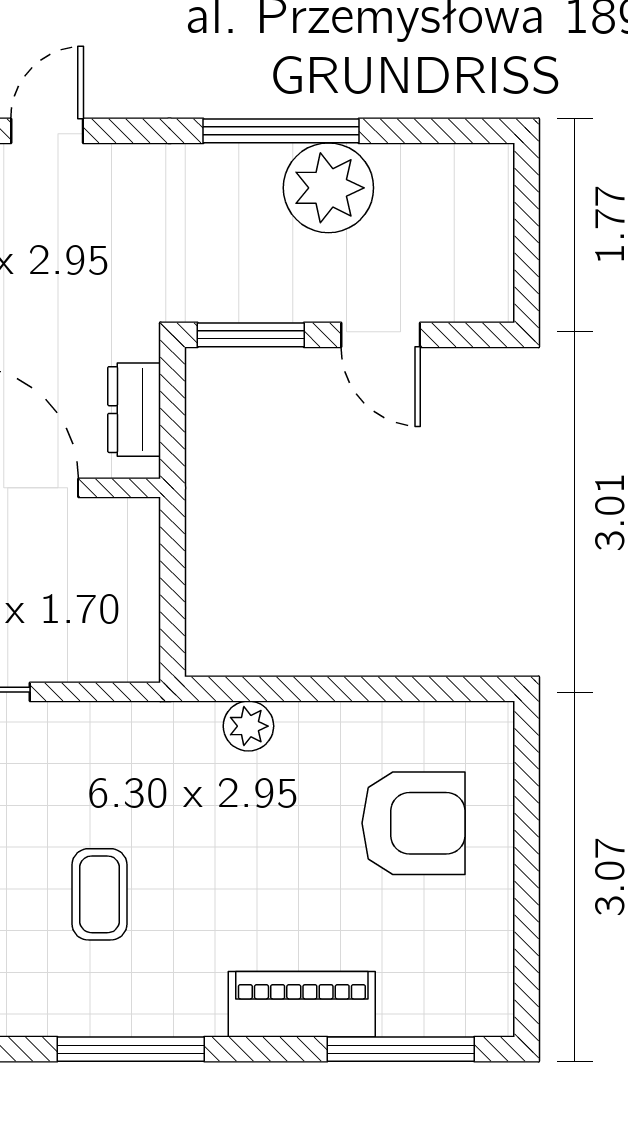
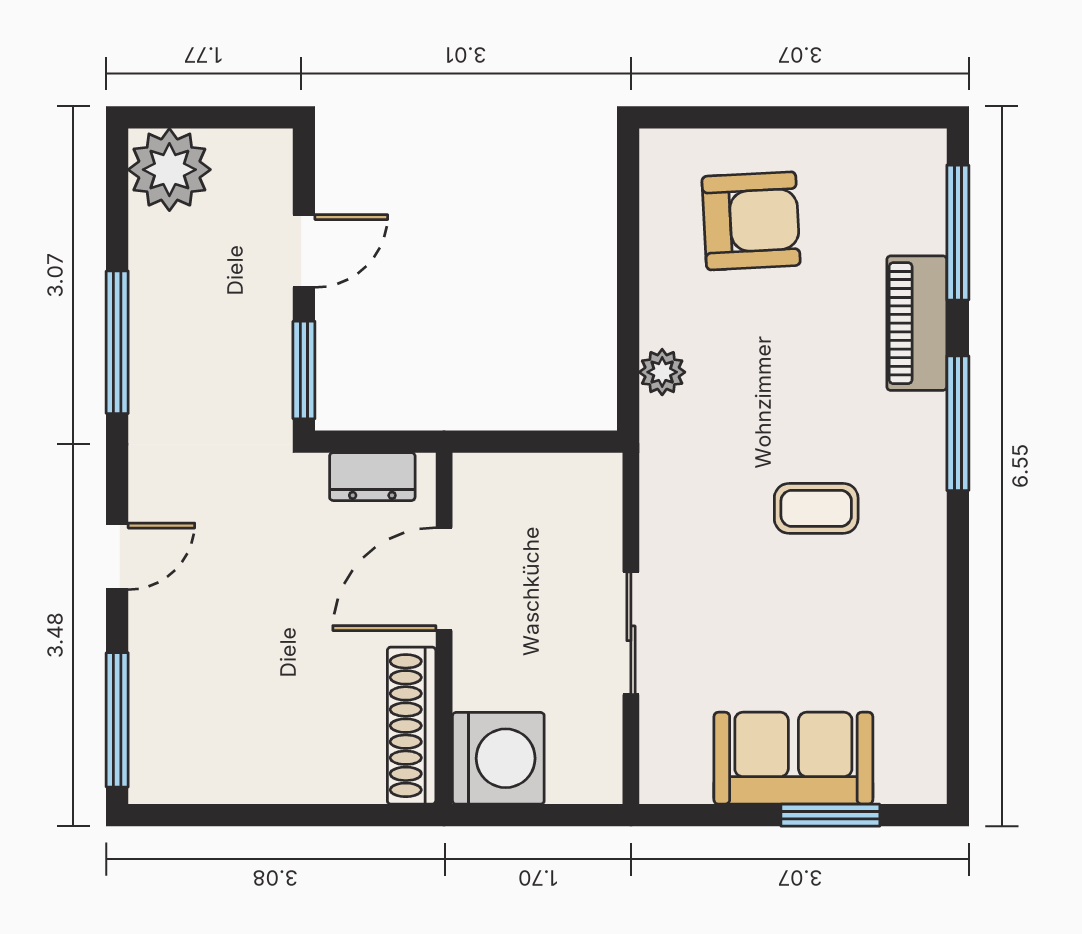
door: (47, 131) -> (117, 556), swing flipped
plant: (328, 188) -> (169, 170), moved
armchair: (414, 823) -> (751, 221), turned 87
window: (131, 1049) -> (958, 423), moved

